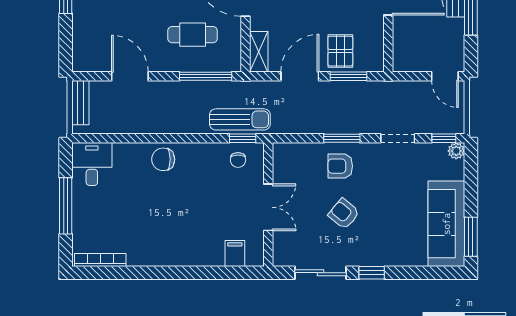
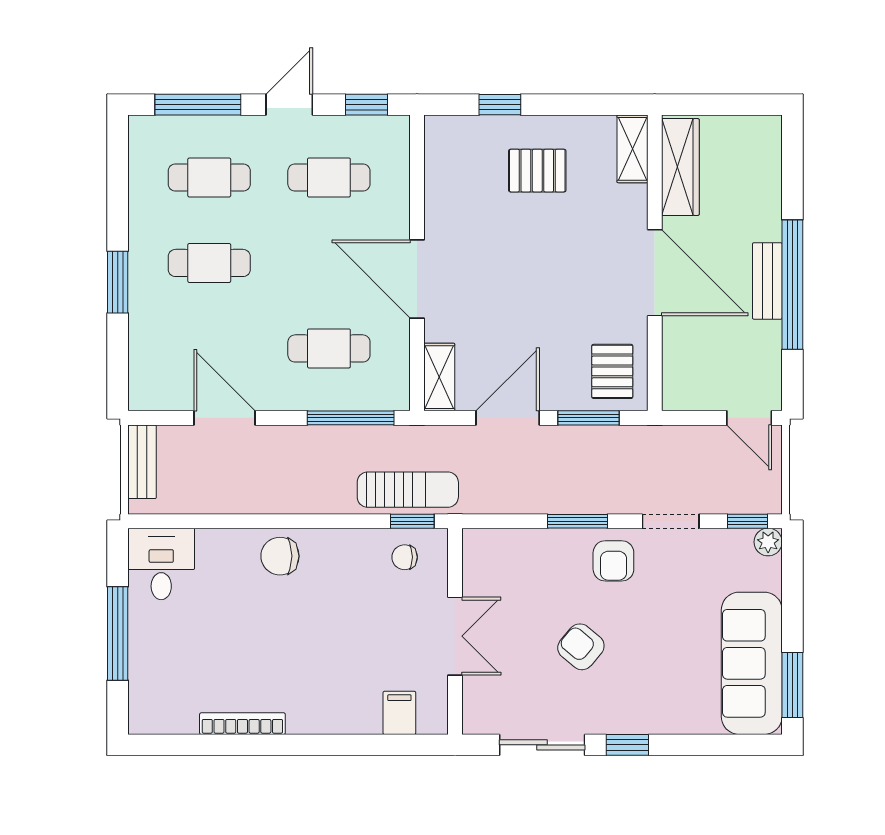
pallet: (340, 51) -> (612, 371), moved
chair: (238, 160) -> (405, 557), turned 90
armchair: (340, 166) -> (613, 561), moved, turned -90
bookcase: (100, 260) -> (242, 724), moved

